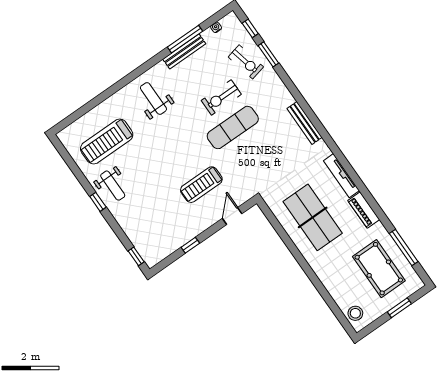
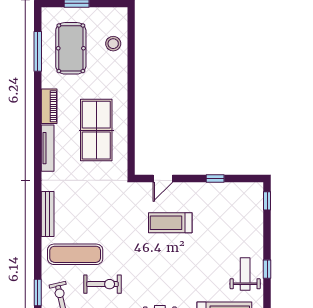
exercise mat: (233, 127) -> (75, 254), moved
treadmill: (201, 185) -> (170, 223), turned 180
stool: (355, 313) -> (113, 44), moved

